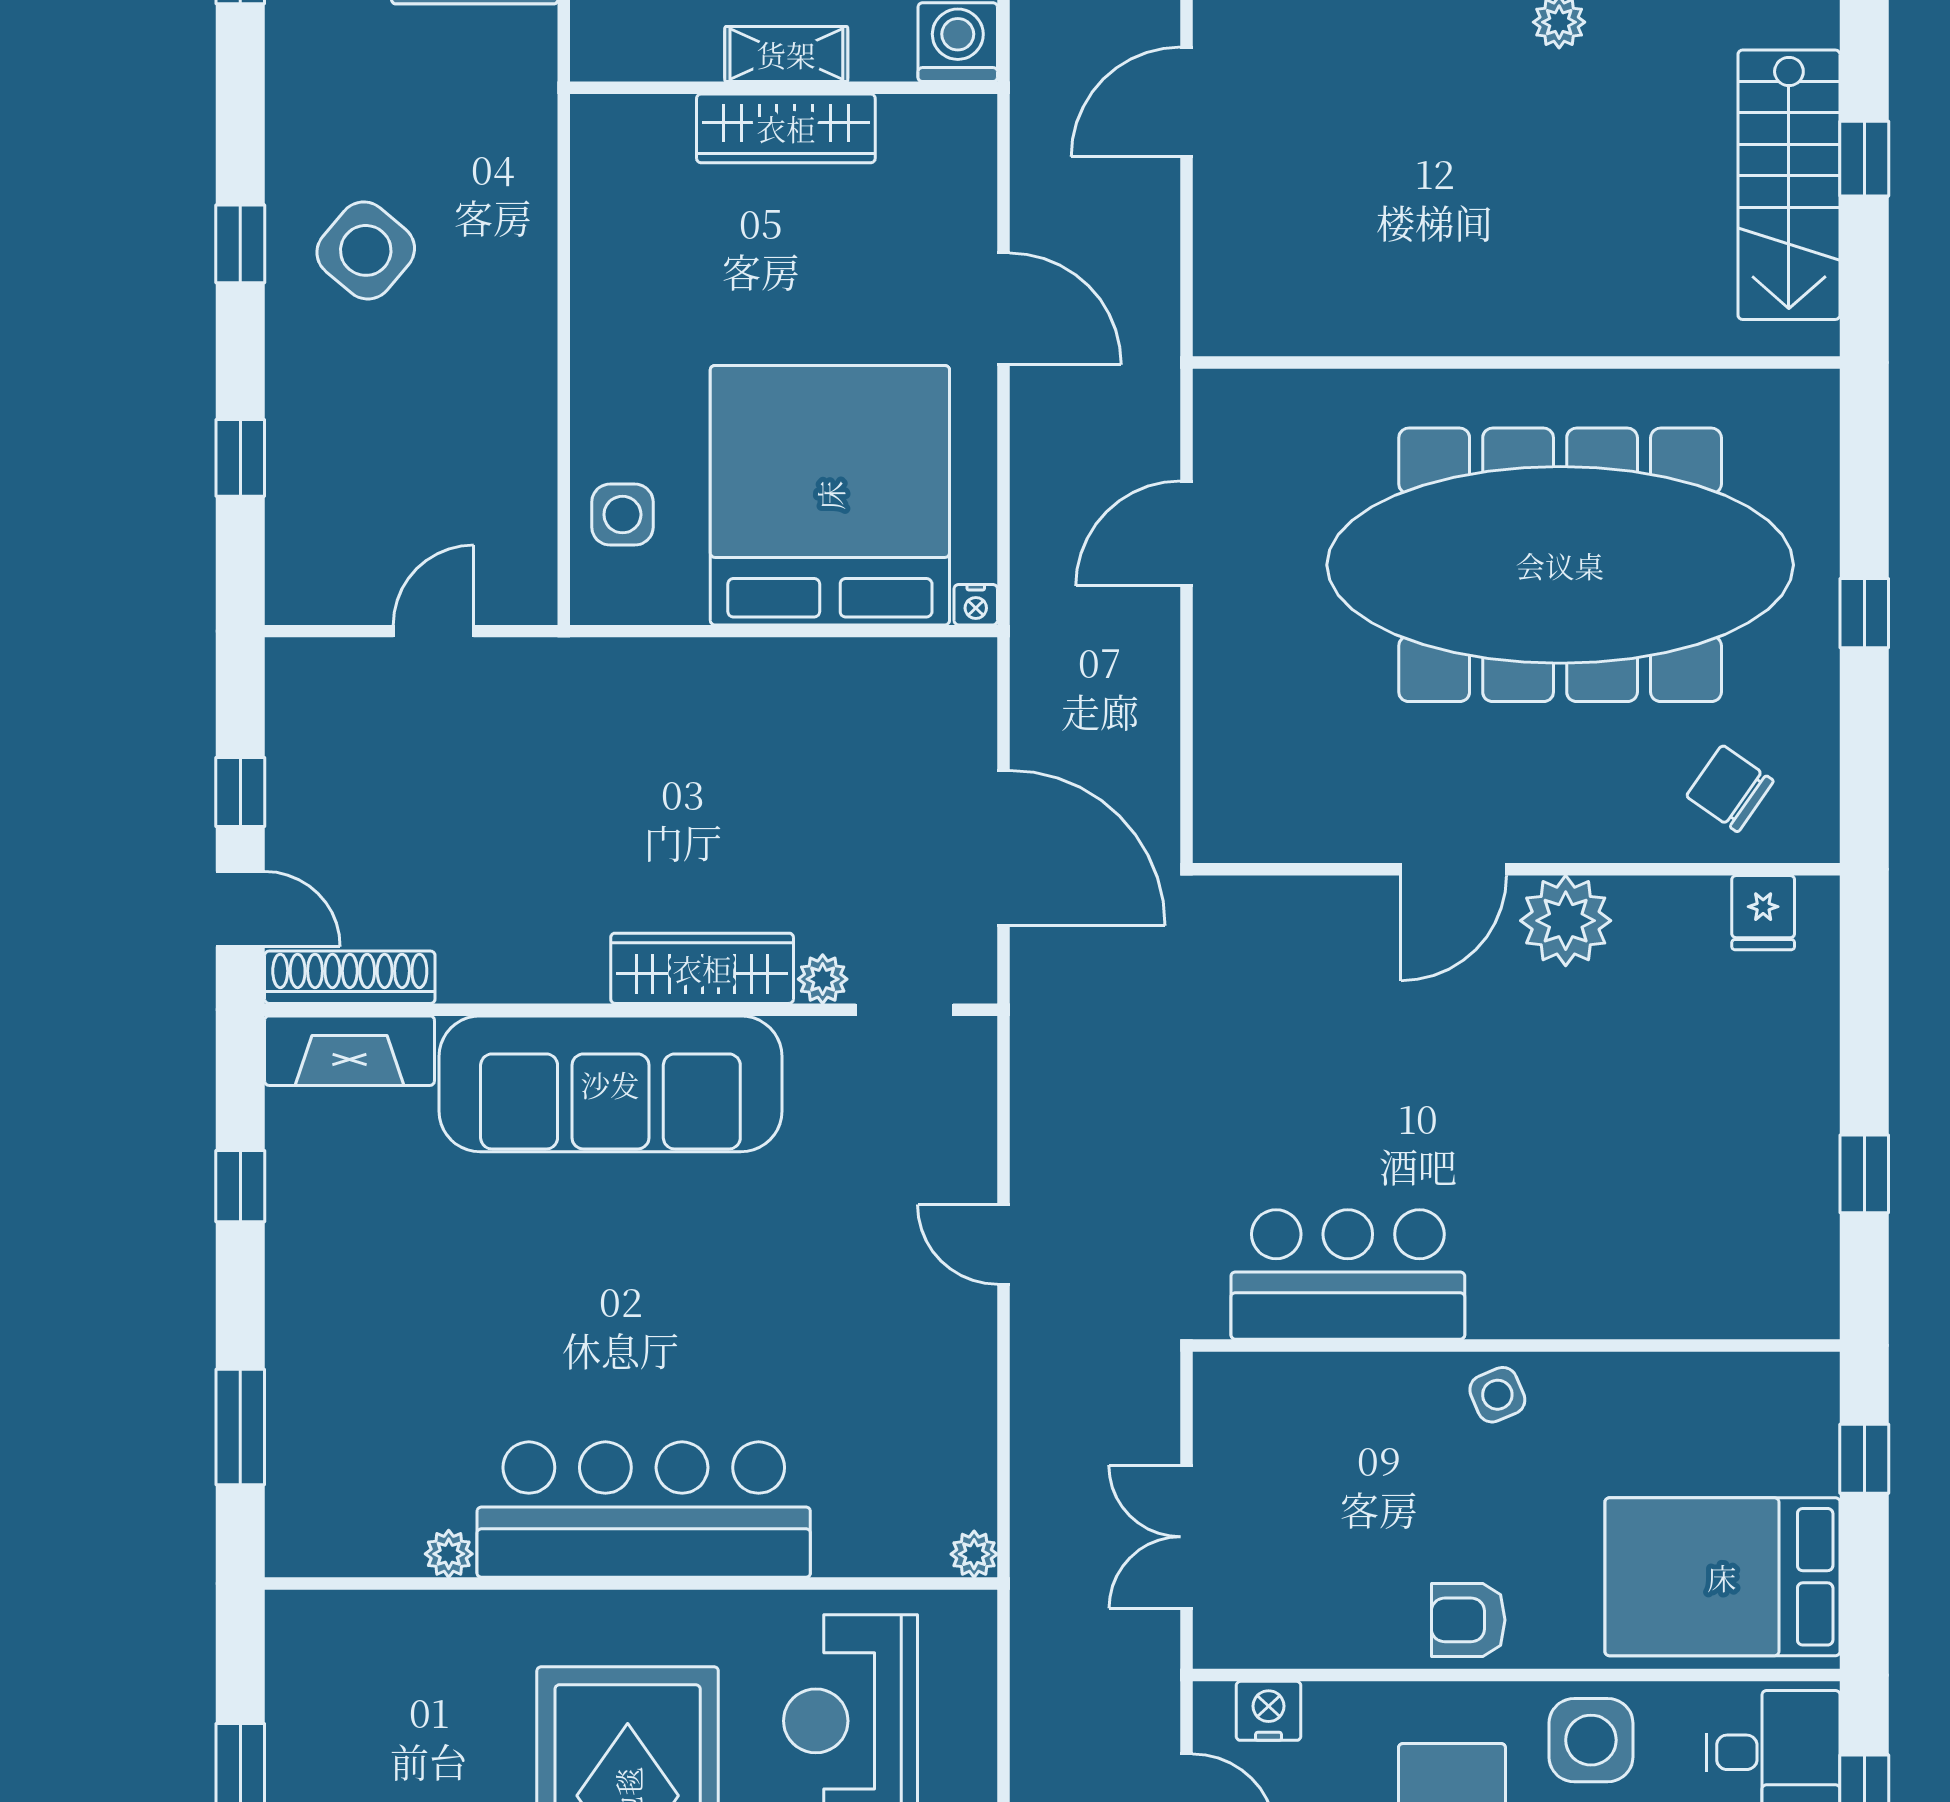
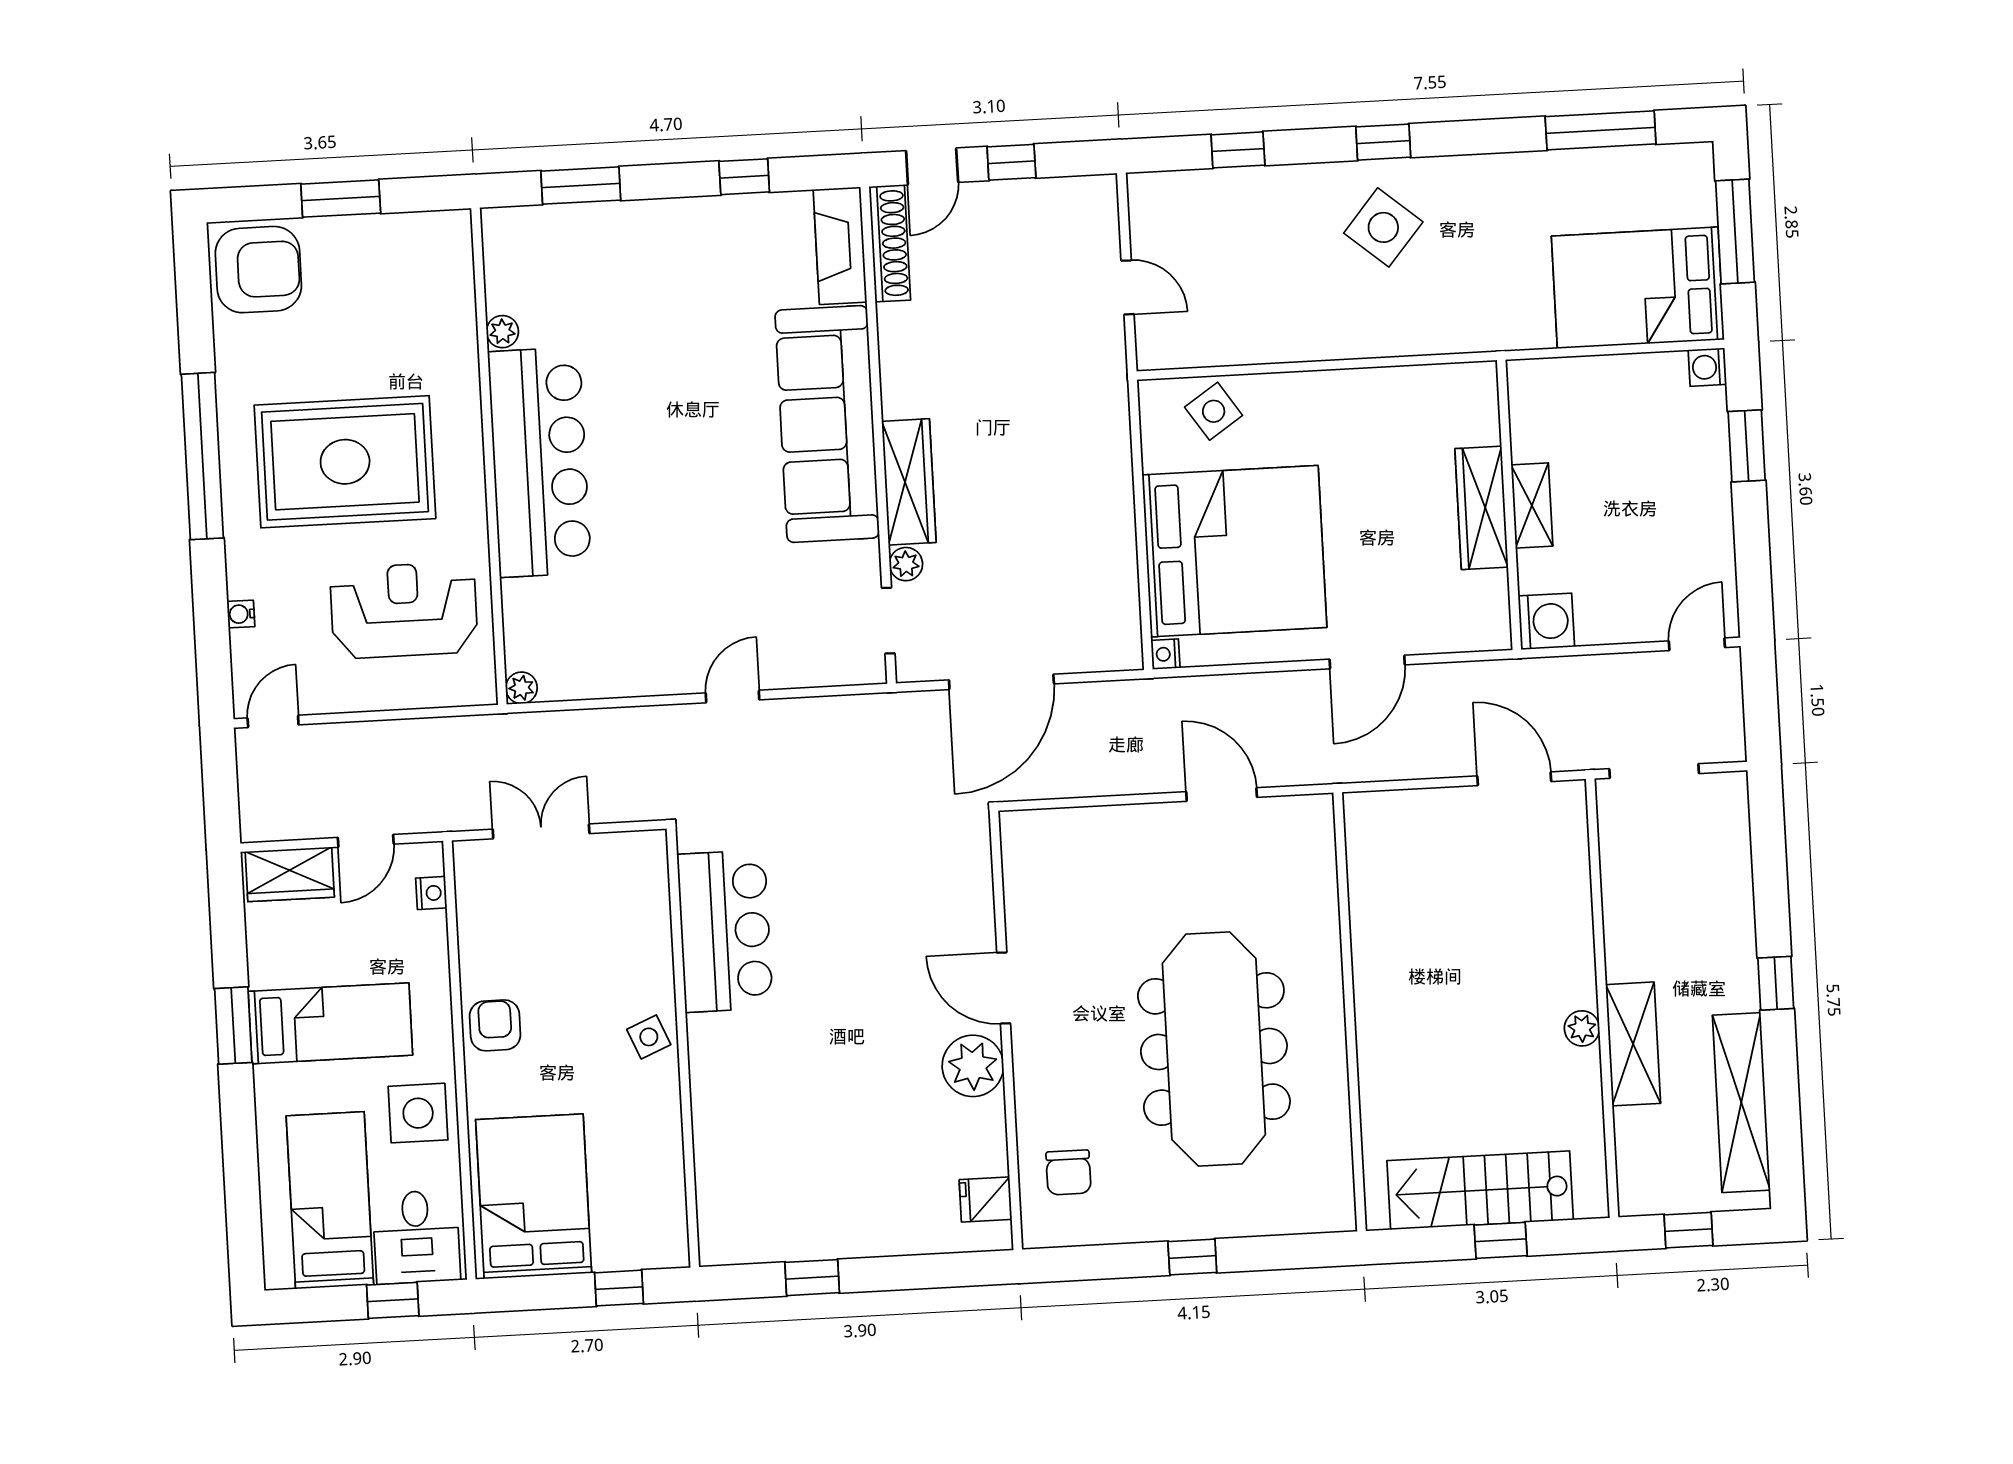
side table: (622, 515) -> (1214, 411), turned -34
meeting table: (1560, 565) -> (1214, 1049), width x0.73, depth x0.79
chair: (1730, 789) -> (1068, 1172), turned 145
nightstand: (1269, 1711) -> (431, 893), width x0.72, depth x0.74

